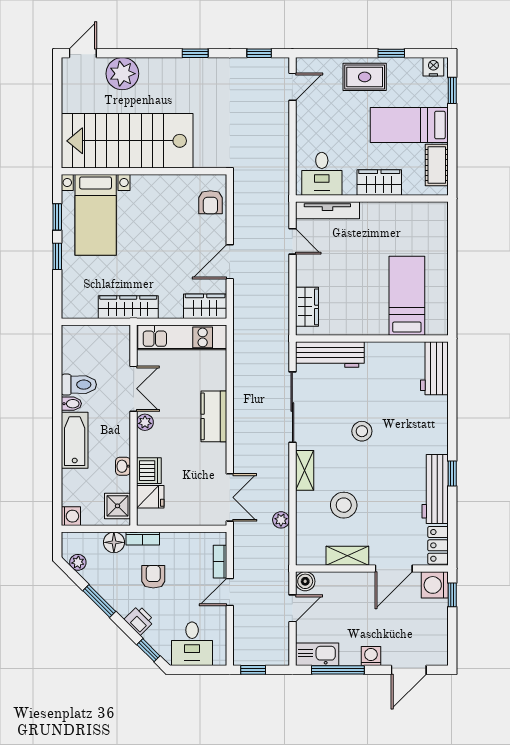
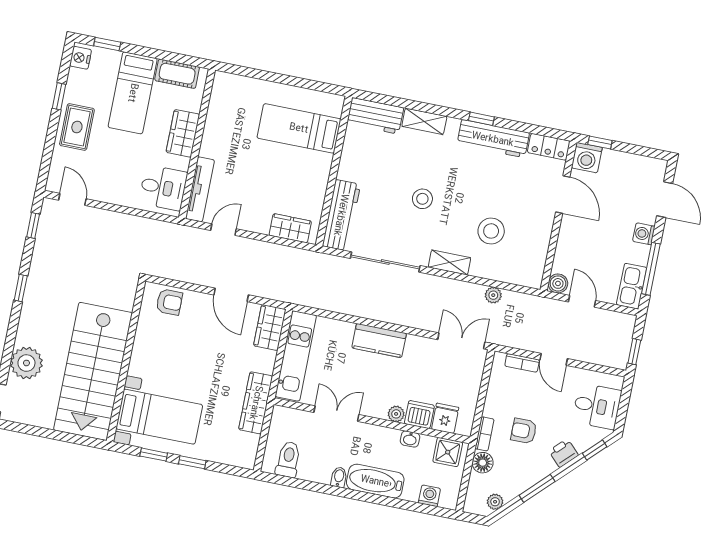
toilet: (79, 385) -> (288, 459), moved
plant: (145, 422) -> (396, 414), moved
washing machine: (71, 516) -> (429, 496), moved
shelving: (347, 556) -> (424, 121), moved, turned 90

